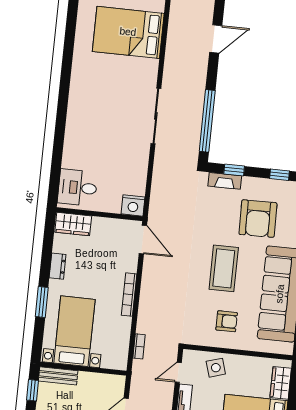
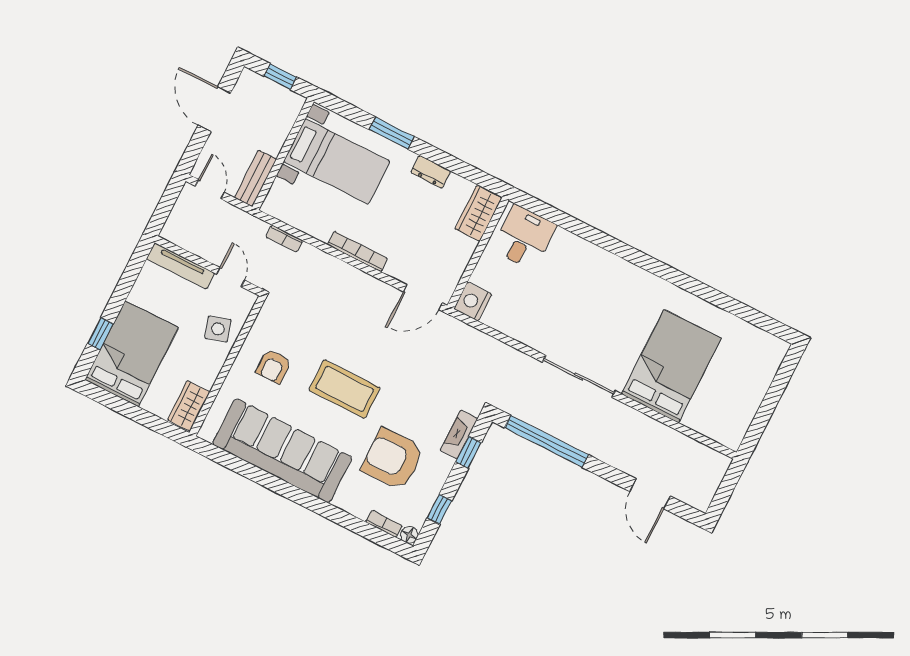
bed: (128, 32) -> (671, 366), moved
bench: (58, 376) -> (255, 178), moved
wardrobe: (281, 383) -> (189, 406), moved, turned -90

